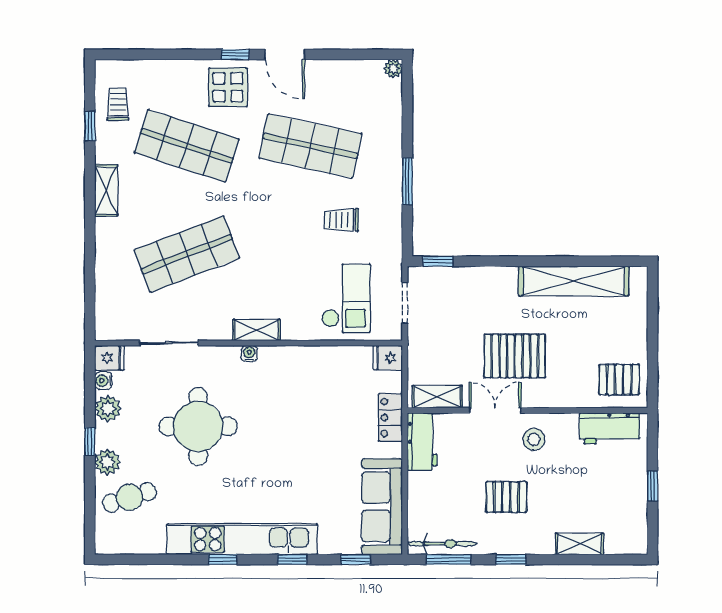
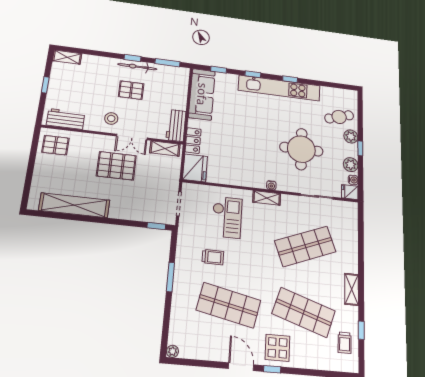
checkout: (346, 298) -> (227, 217), moved, turned 180
fridge: (388, 358) -> (195, 168), width x1.88, depth x1.34
bicycle: (442, 544) -> (137, 67), moved
shelving: (579, 544) -> (67, 57), moved

